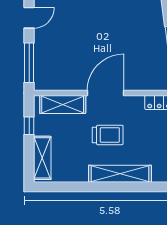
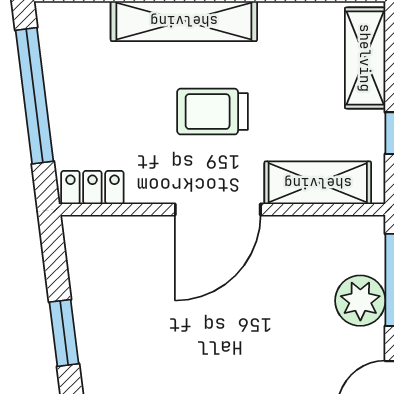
plant: (44, 54) -> (360, 301), added

